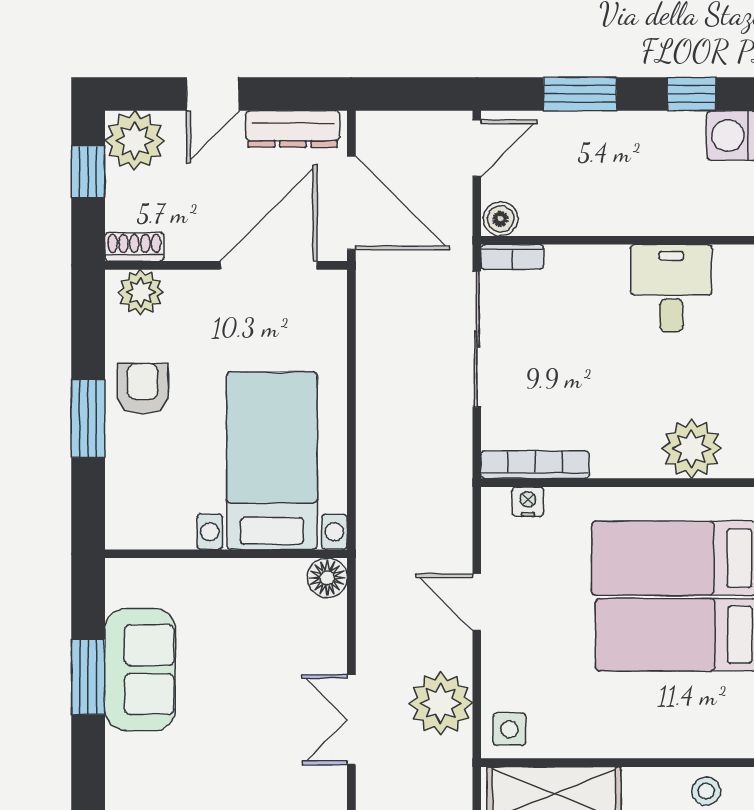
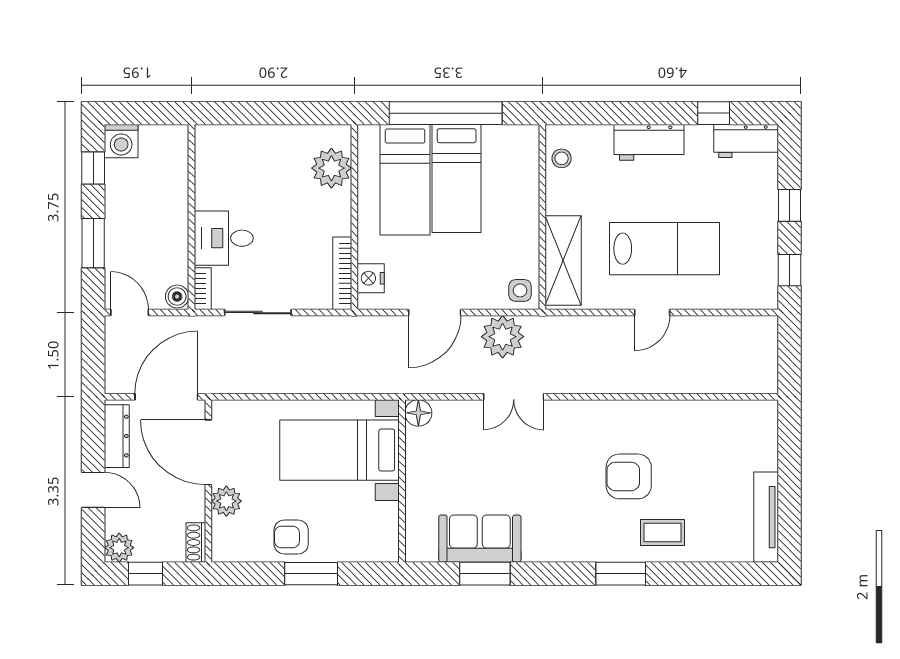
plant: (135, 141) -> (119, 548), width x0.73, depth x0.73
desk: (671, 288) -> (224, 238), moved
plant: (141, 292) -> (226, 501), moved
sliding door: (477, 339) -> (258, 313), width x0.73
nightstand: (528, 502) -> (371, 278), width x1.39, depth x1.35
door: (477, 602) -> (435, 313), width x1.38

